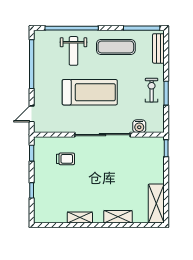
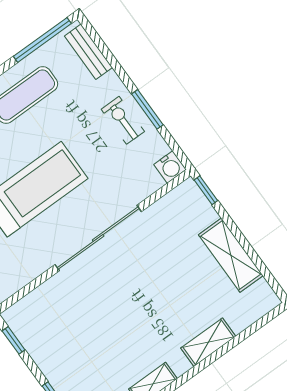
water cooler: (139, 126) -> (170, 167), moved
trolley: (65, 159) -> (69, 313), removed
shelving: (156, 204) -> (231, 255), moved

